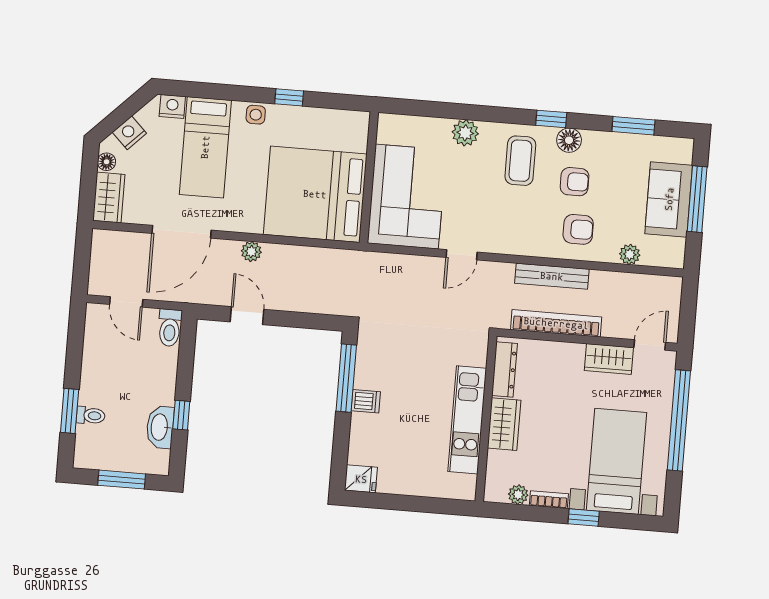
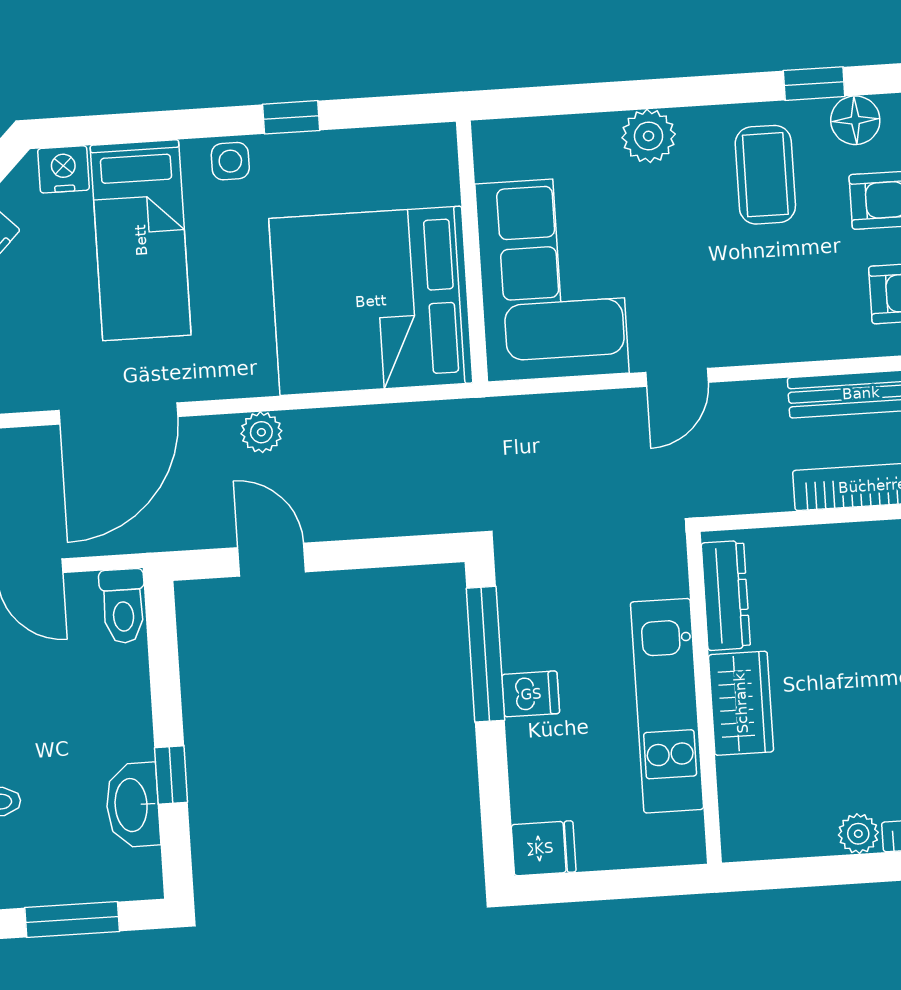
dresser: (505, 369) -> (726, 595), moved
wall: (486, 419) -> (704, 698), moved
kitchen unit: (467, 420) -> (667, 706), moved
wardrobe: (504, 424) -> (741, 703), moved

